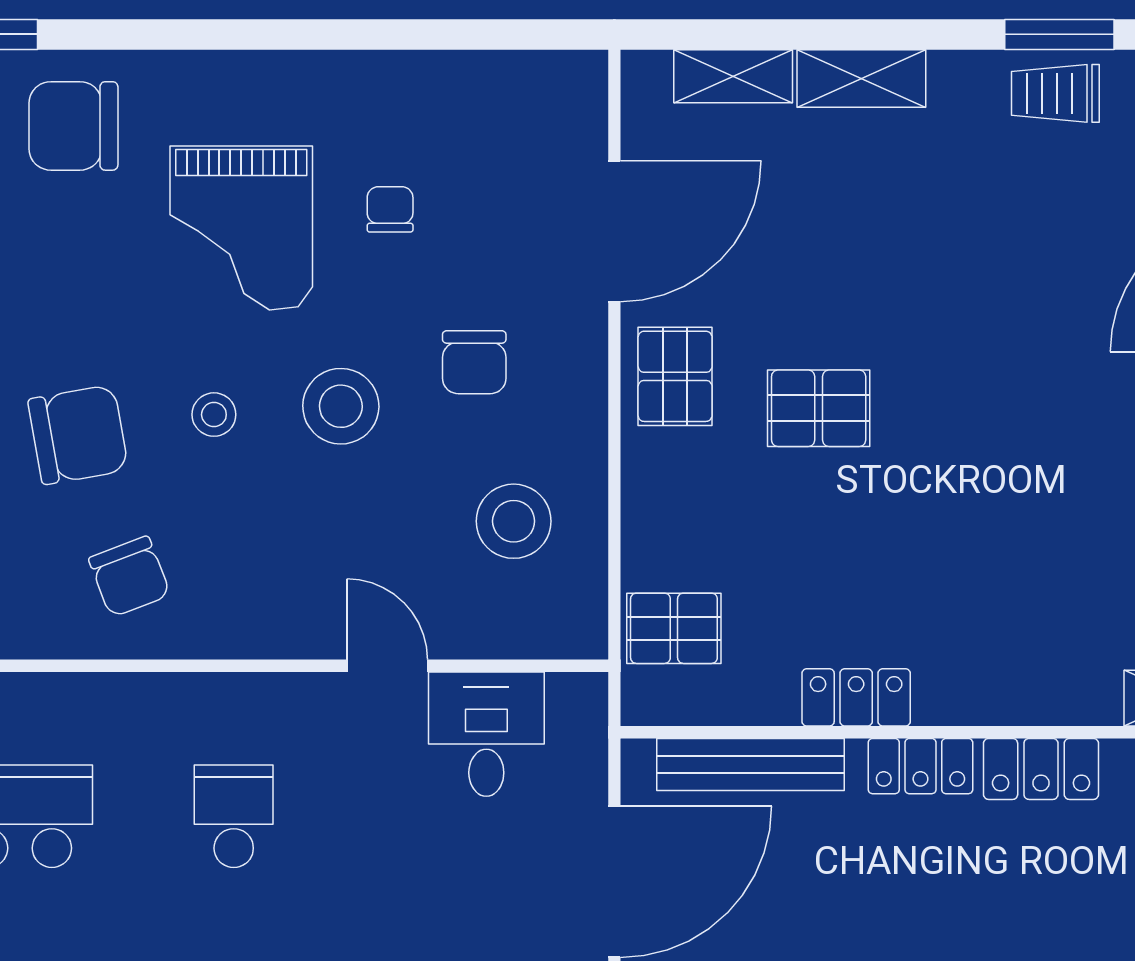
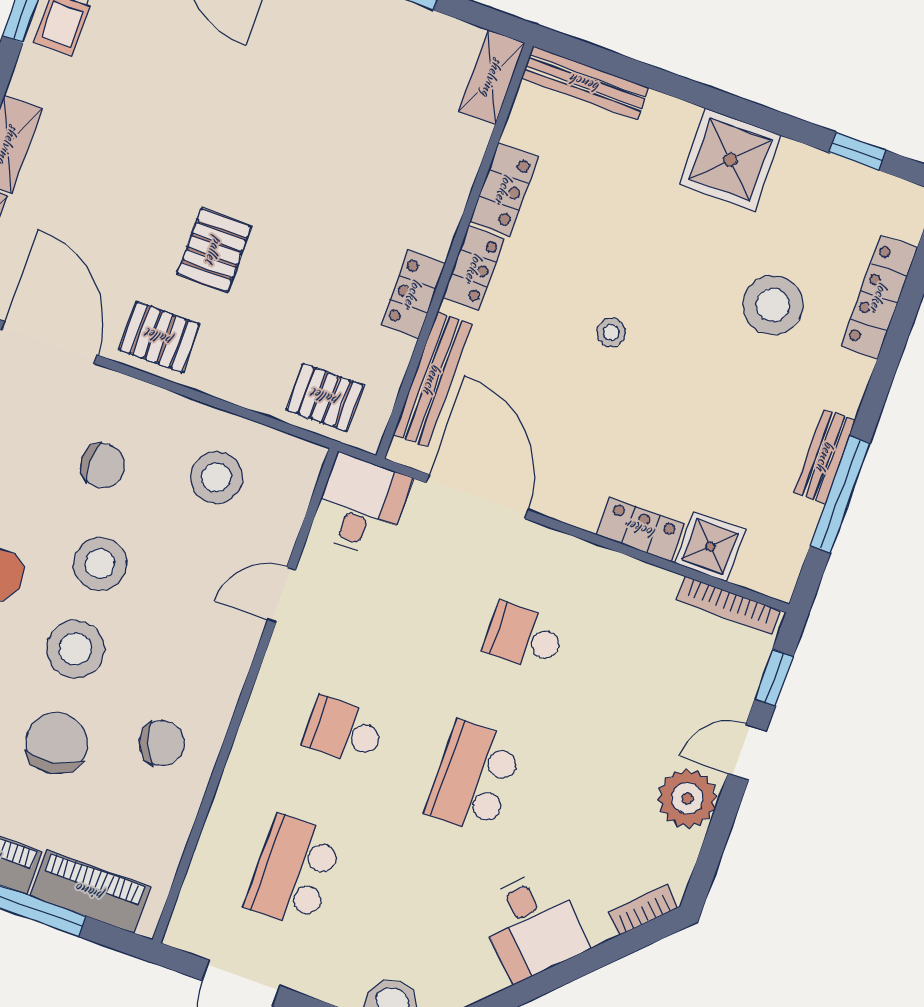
stool: (214, 415) -> (75, 649), width x1.89, depth x1.89
pallet: (674, 628) -> (325, 397), turned 90
desk: (486, 734) -> (361, 505), moved, turned 90

